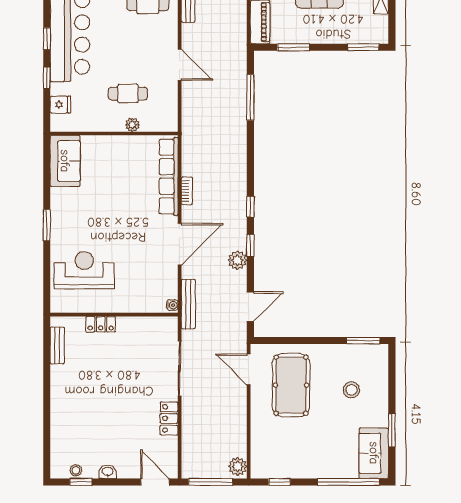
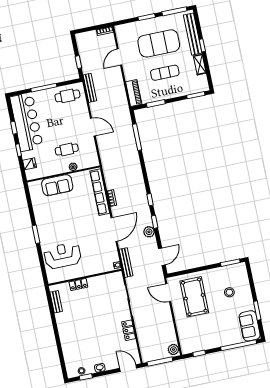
sofa: (65, 161) -> (57, 185), moved, turned 90

